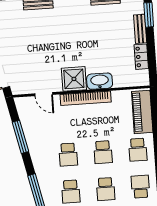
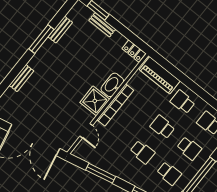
locker: (141, 57) -> (134, 51), moved
door: (44, 94) -> (86, 131), hinge flipped
school desk: (138, 150) -> (183, 102), turned 180
school desk: (103, 152) -> (163, 127), turned 180

